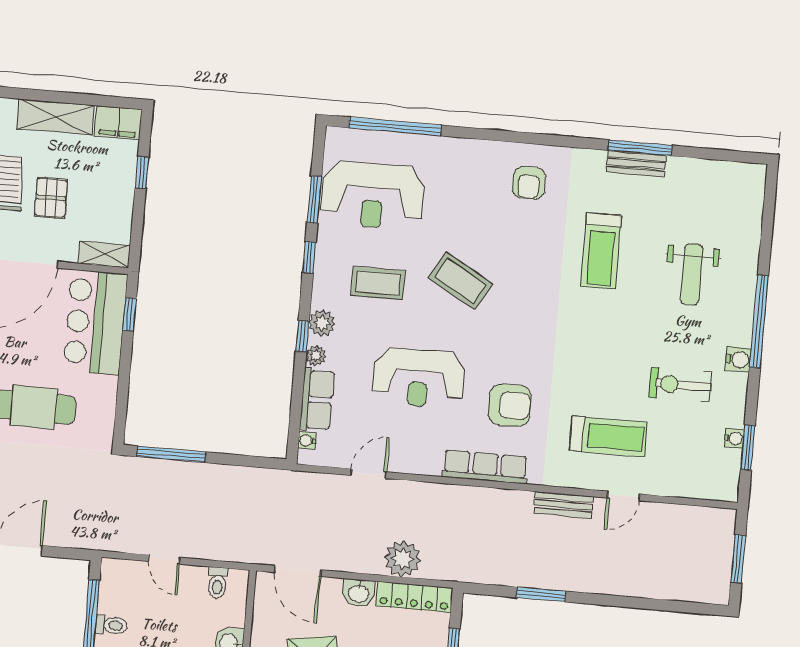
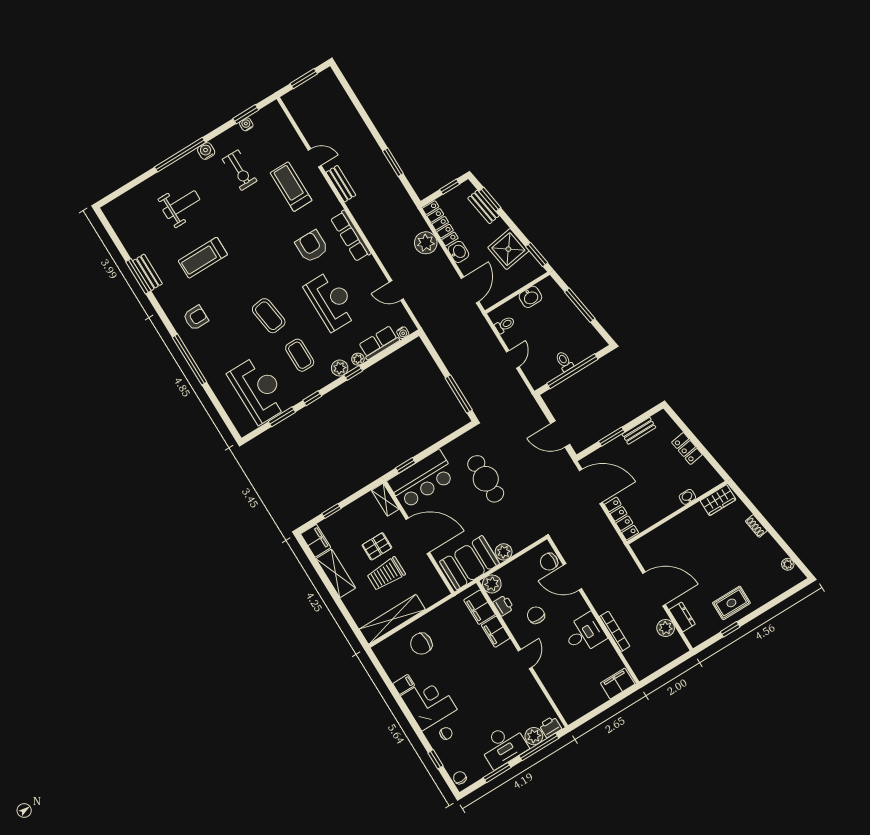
window: (395, 126) -> (190, 360), moved
treadmill: (601, 251) -> (203, 258), turned 180
coffee table: (460, 281) -> (269, 316), turned -38

